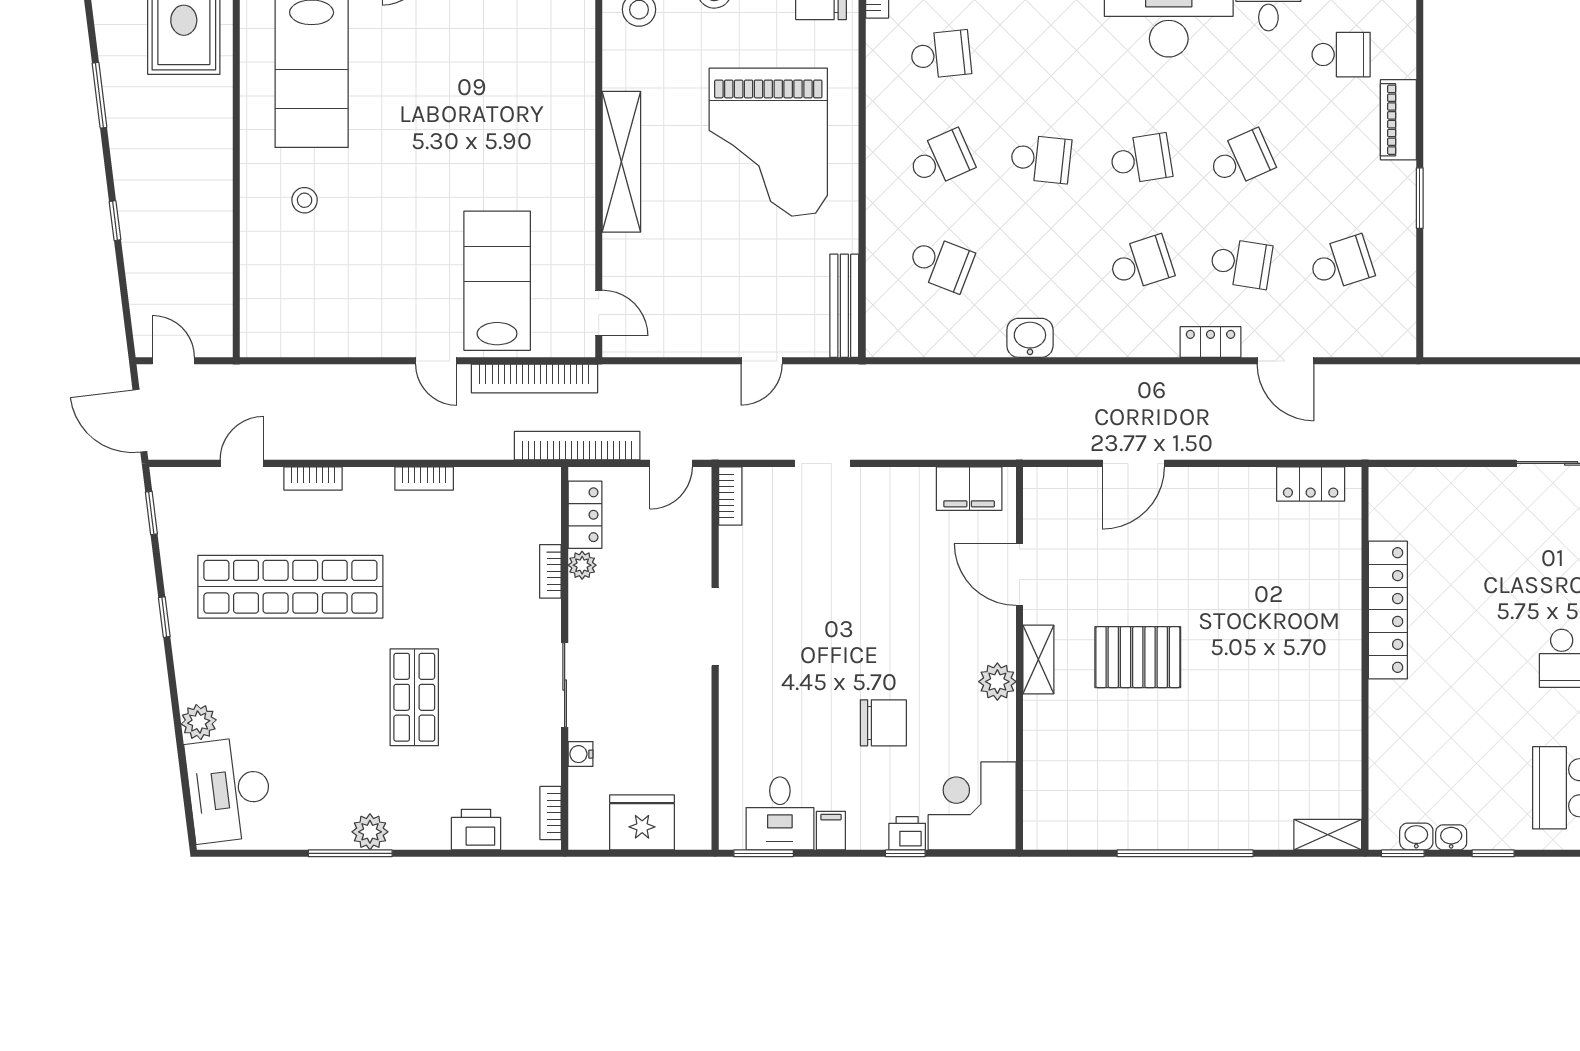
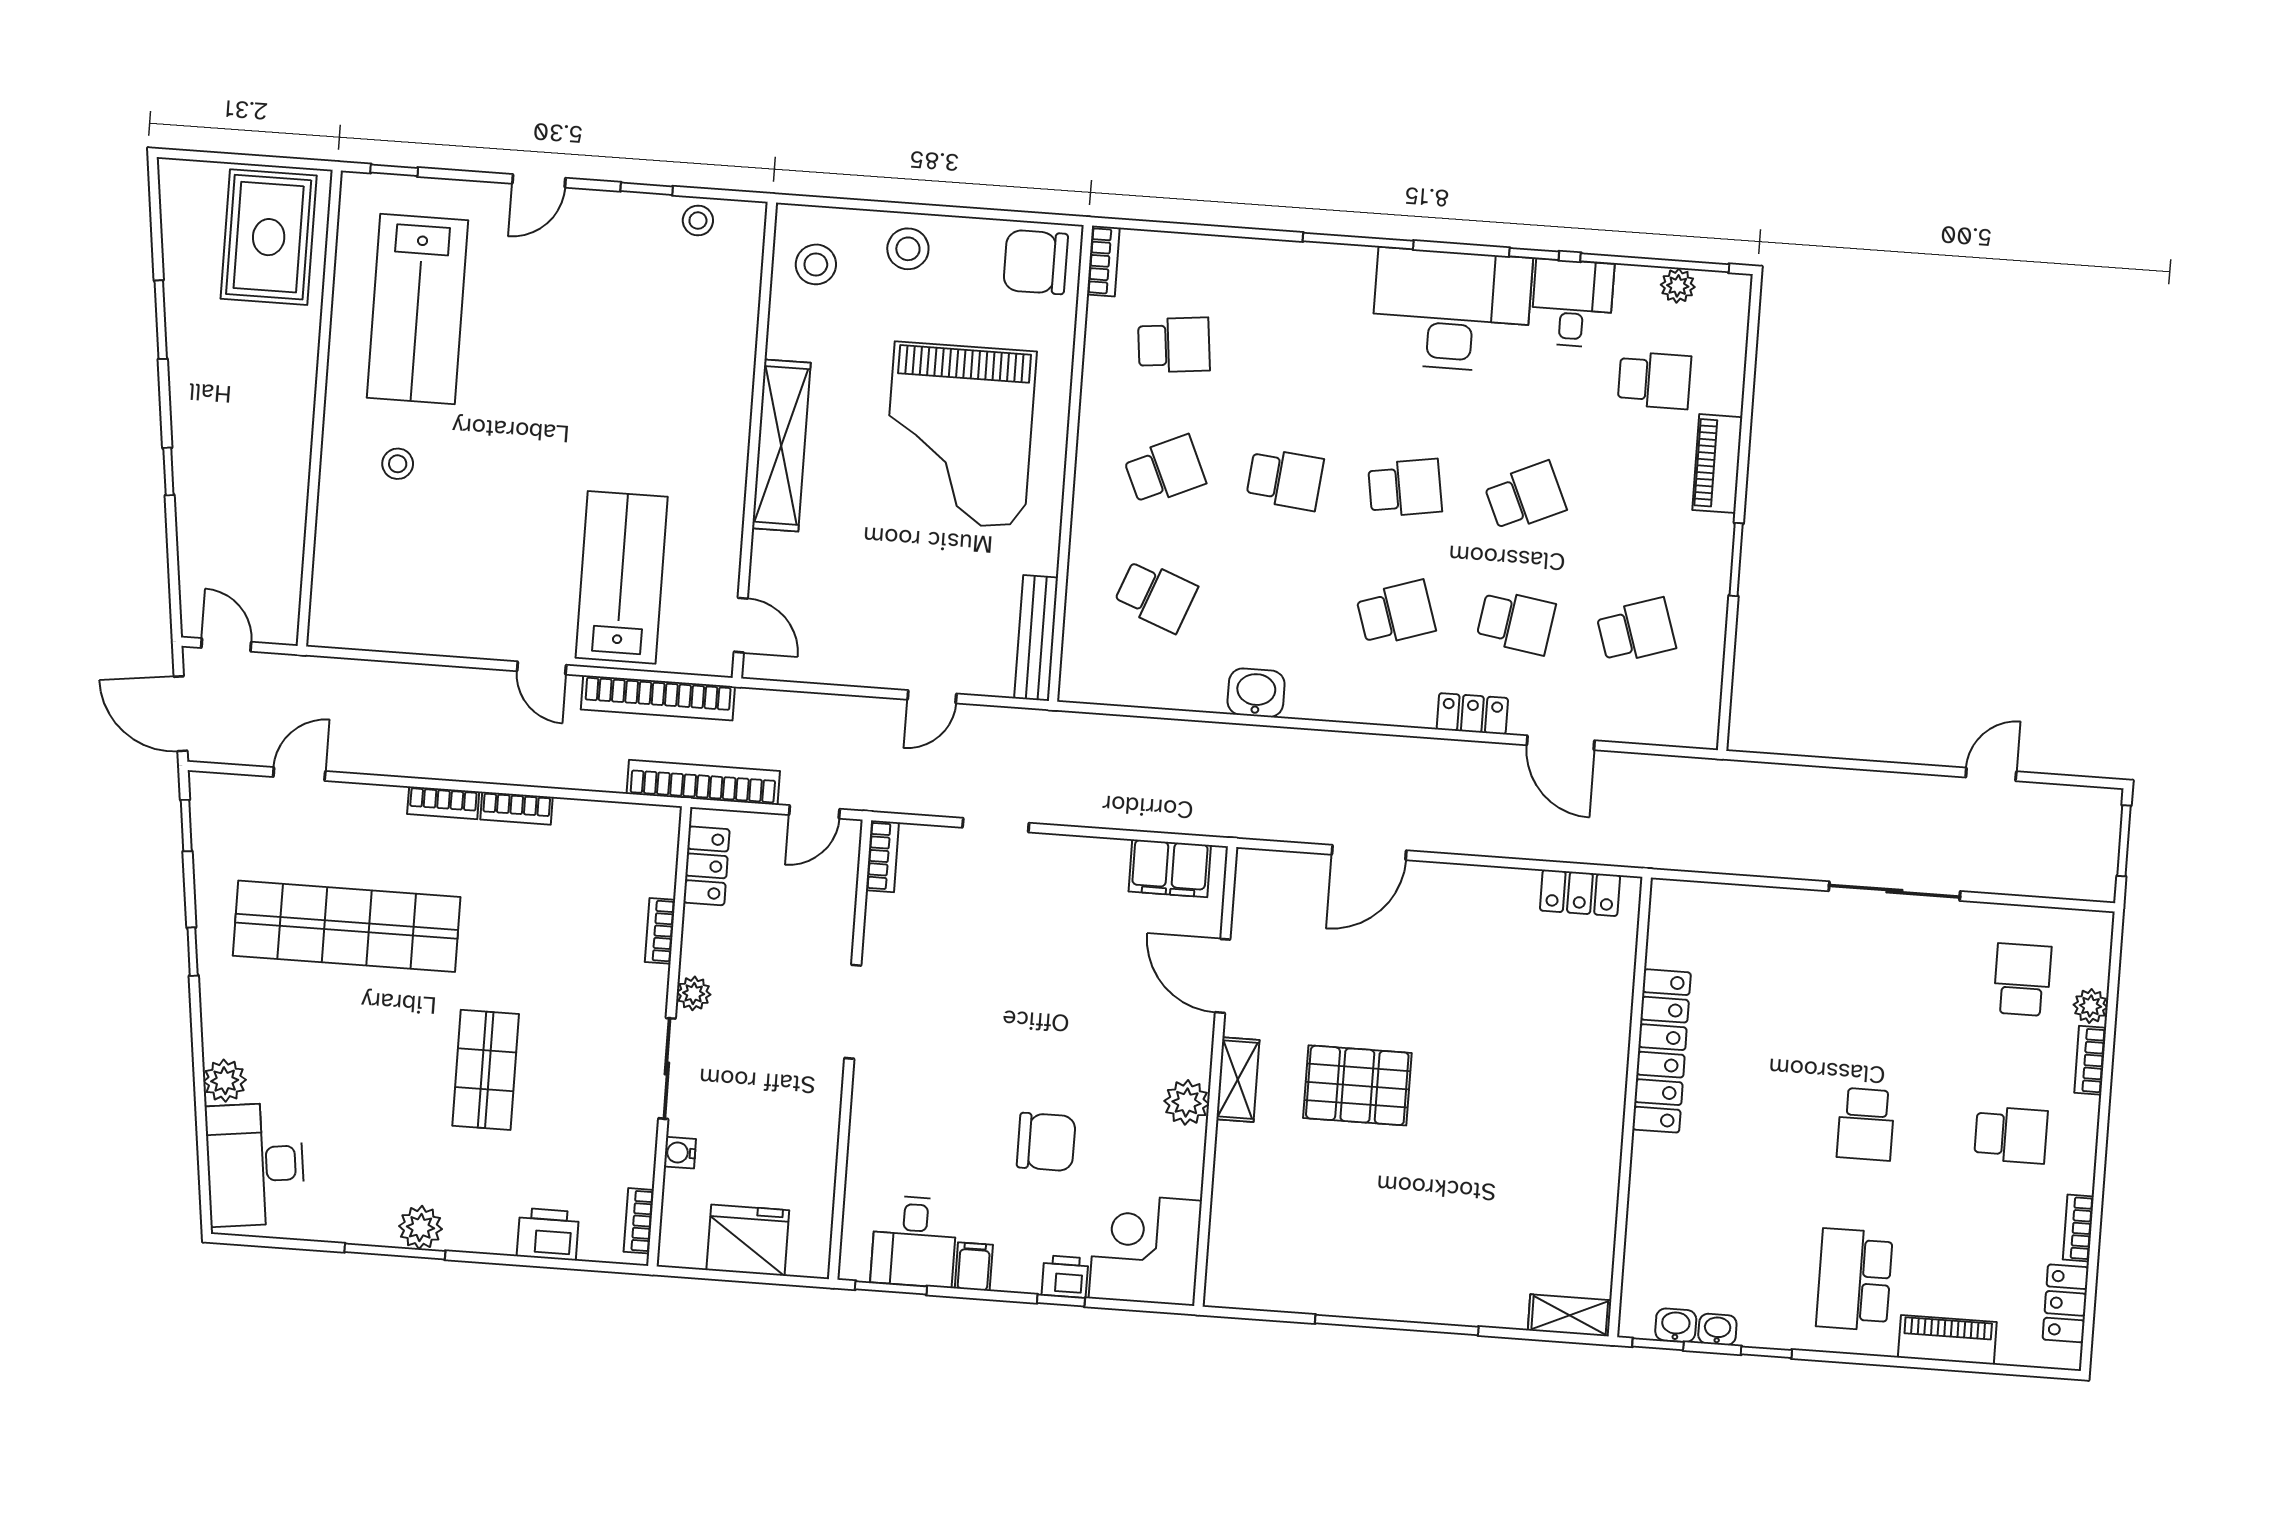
bookcase: (313, 478) -> (443, 803), moved
plant: (582, 565) -> (694, 993), moved

